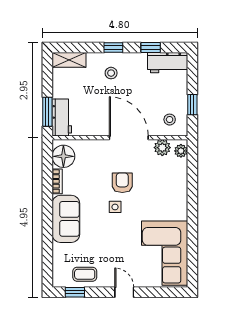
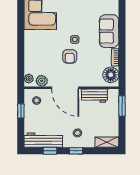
workbench: (168, 63) -> (43, 140), width x1.38
workbench: (62, 118) -> (95, 96), moved, turned -90

